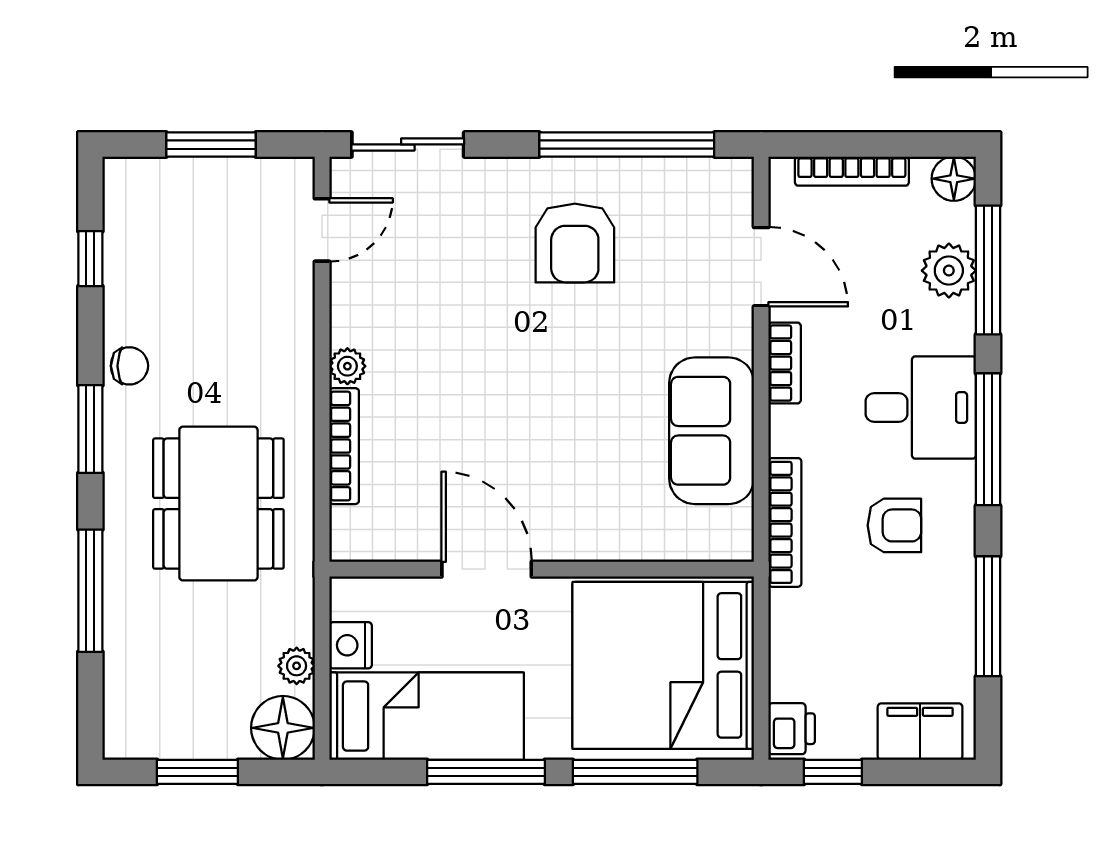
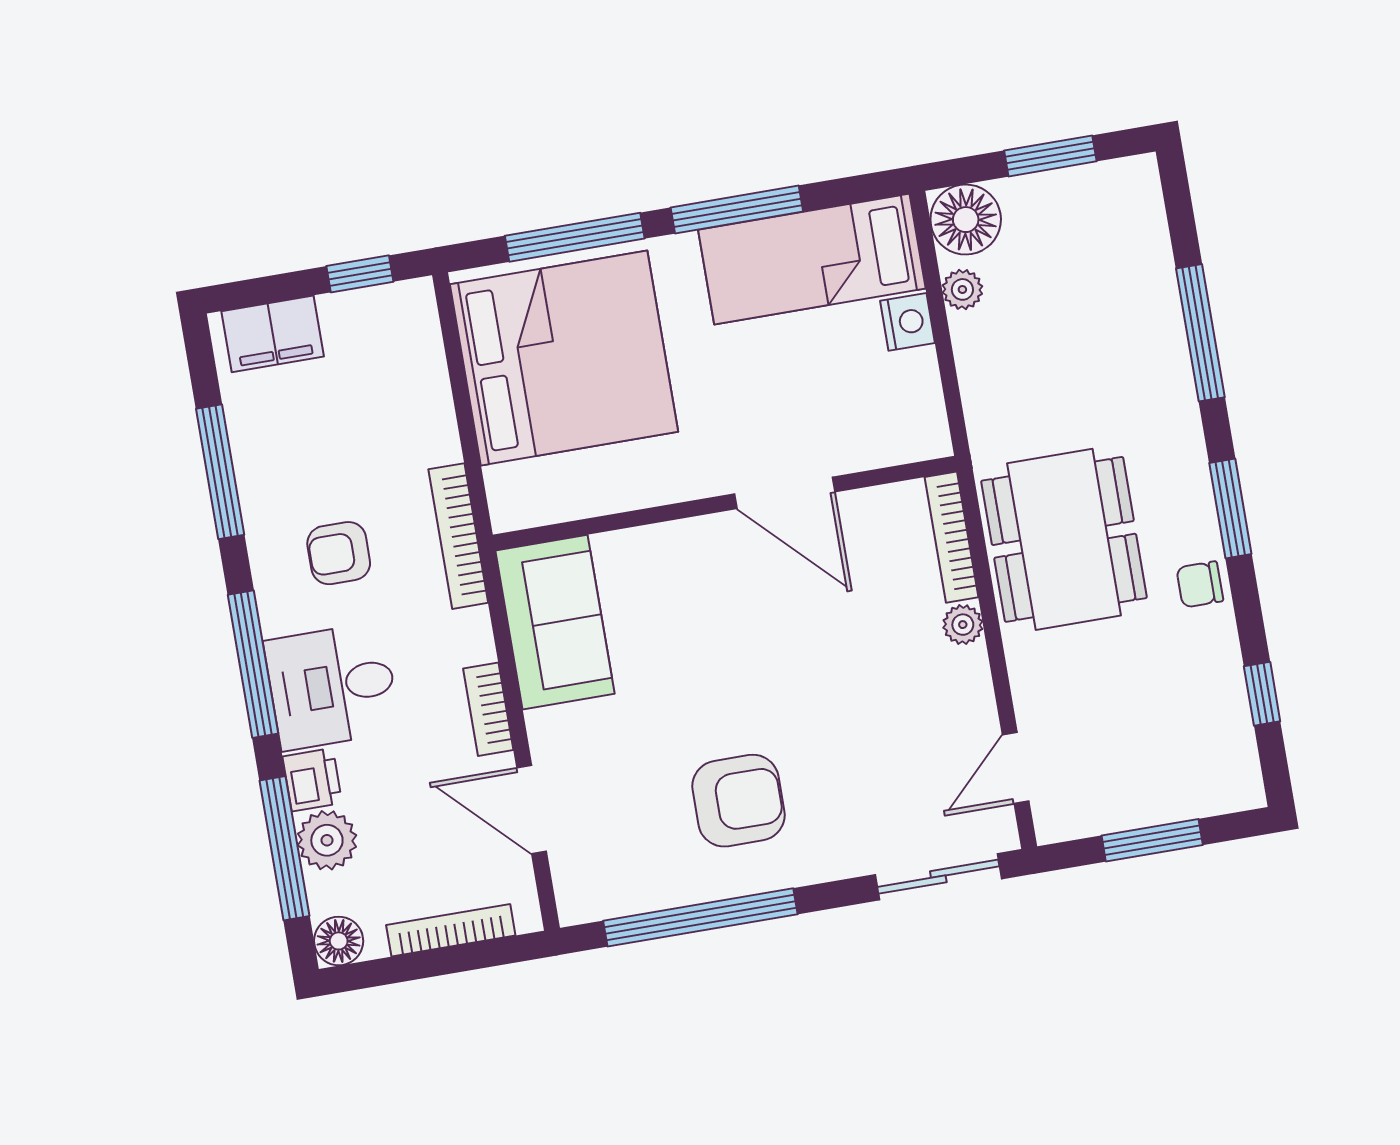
armchair: (575, 243) -> (738, 801), turned 90
dining table: (218, 504) -> (1064, 539), moved
door: (487, 569) -> (785, 493), moved
wall: (542, 569) -> (725, 503), moved
printer: (792, 729) -> (312, 780), moved, turned 180

